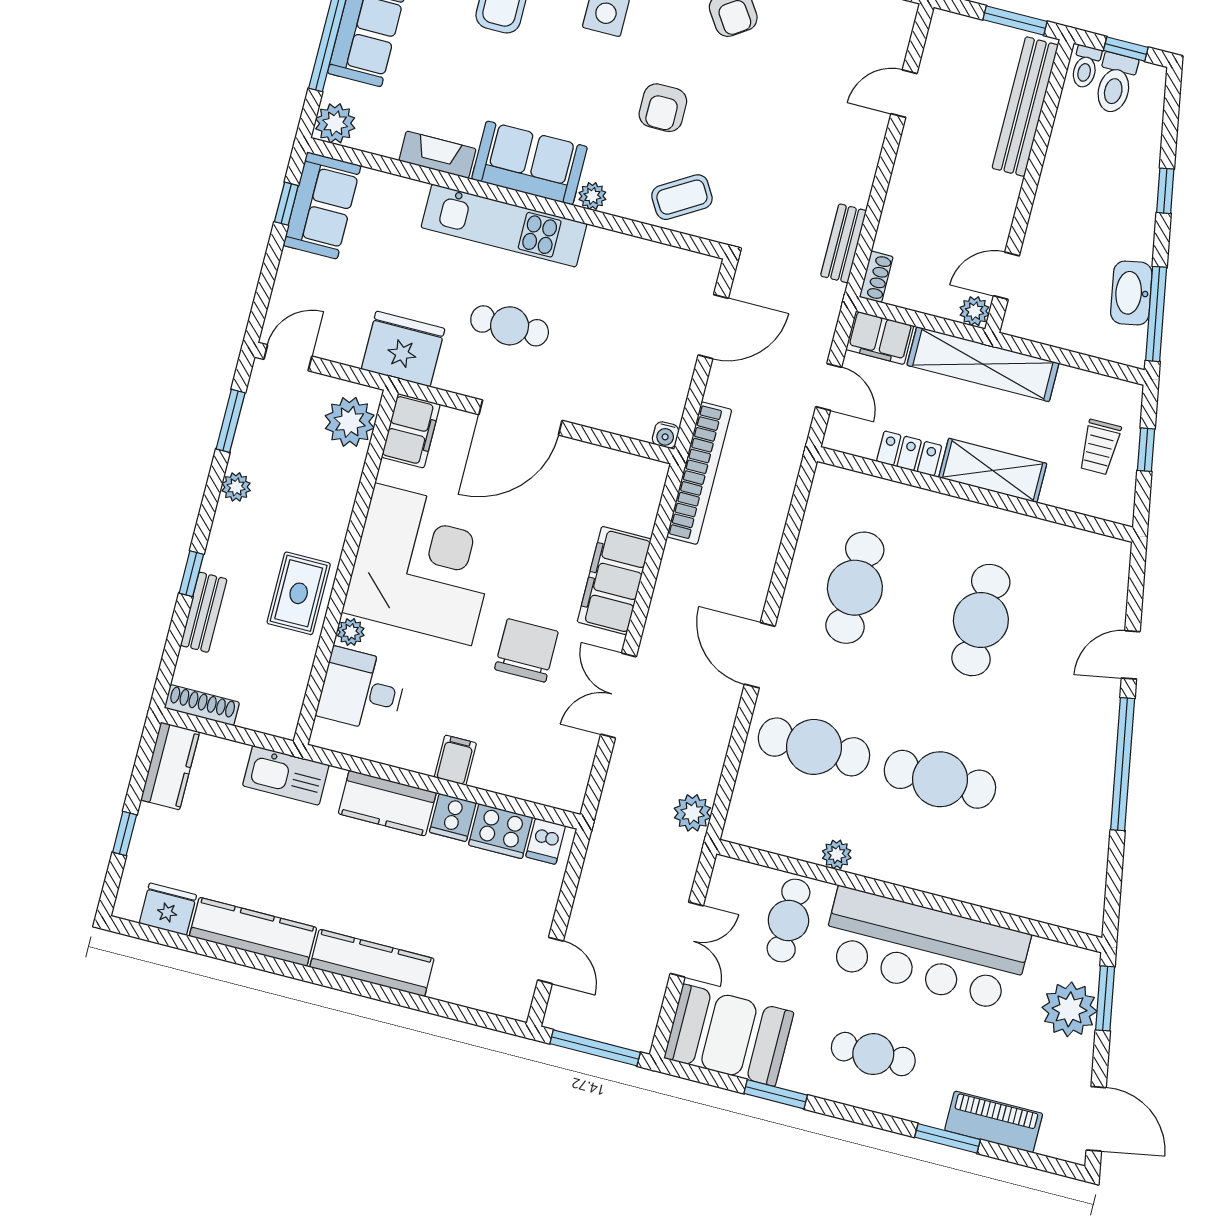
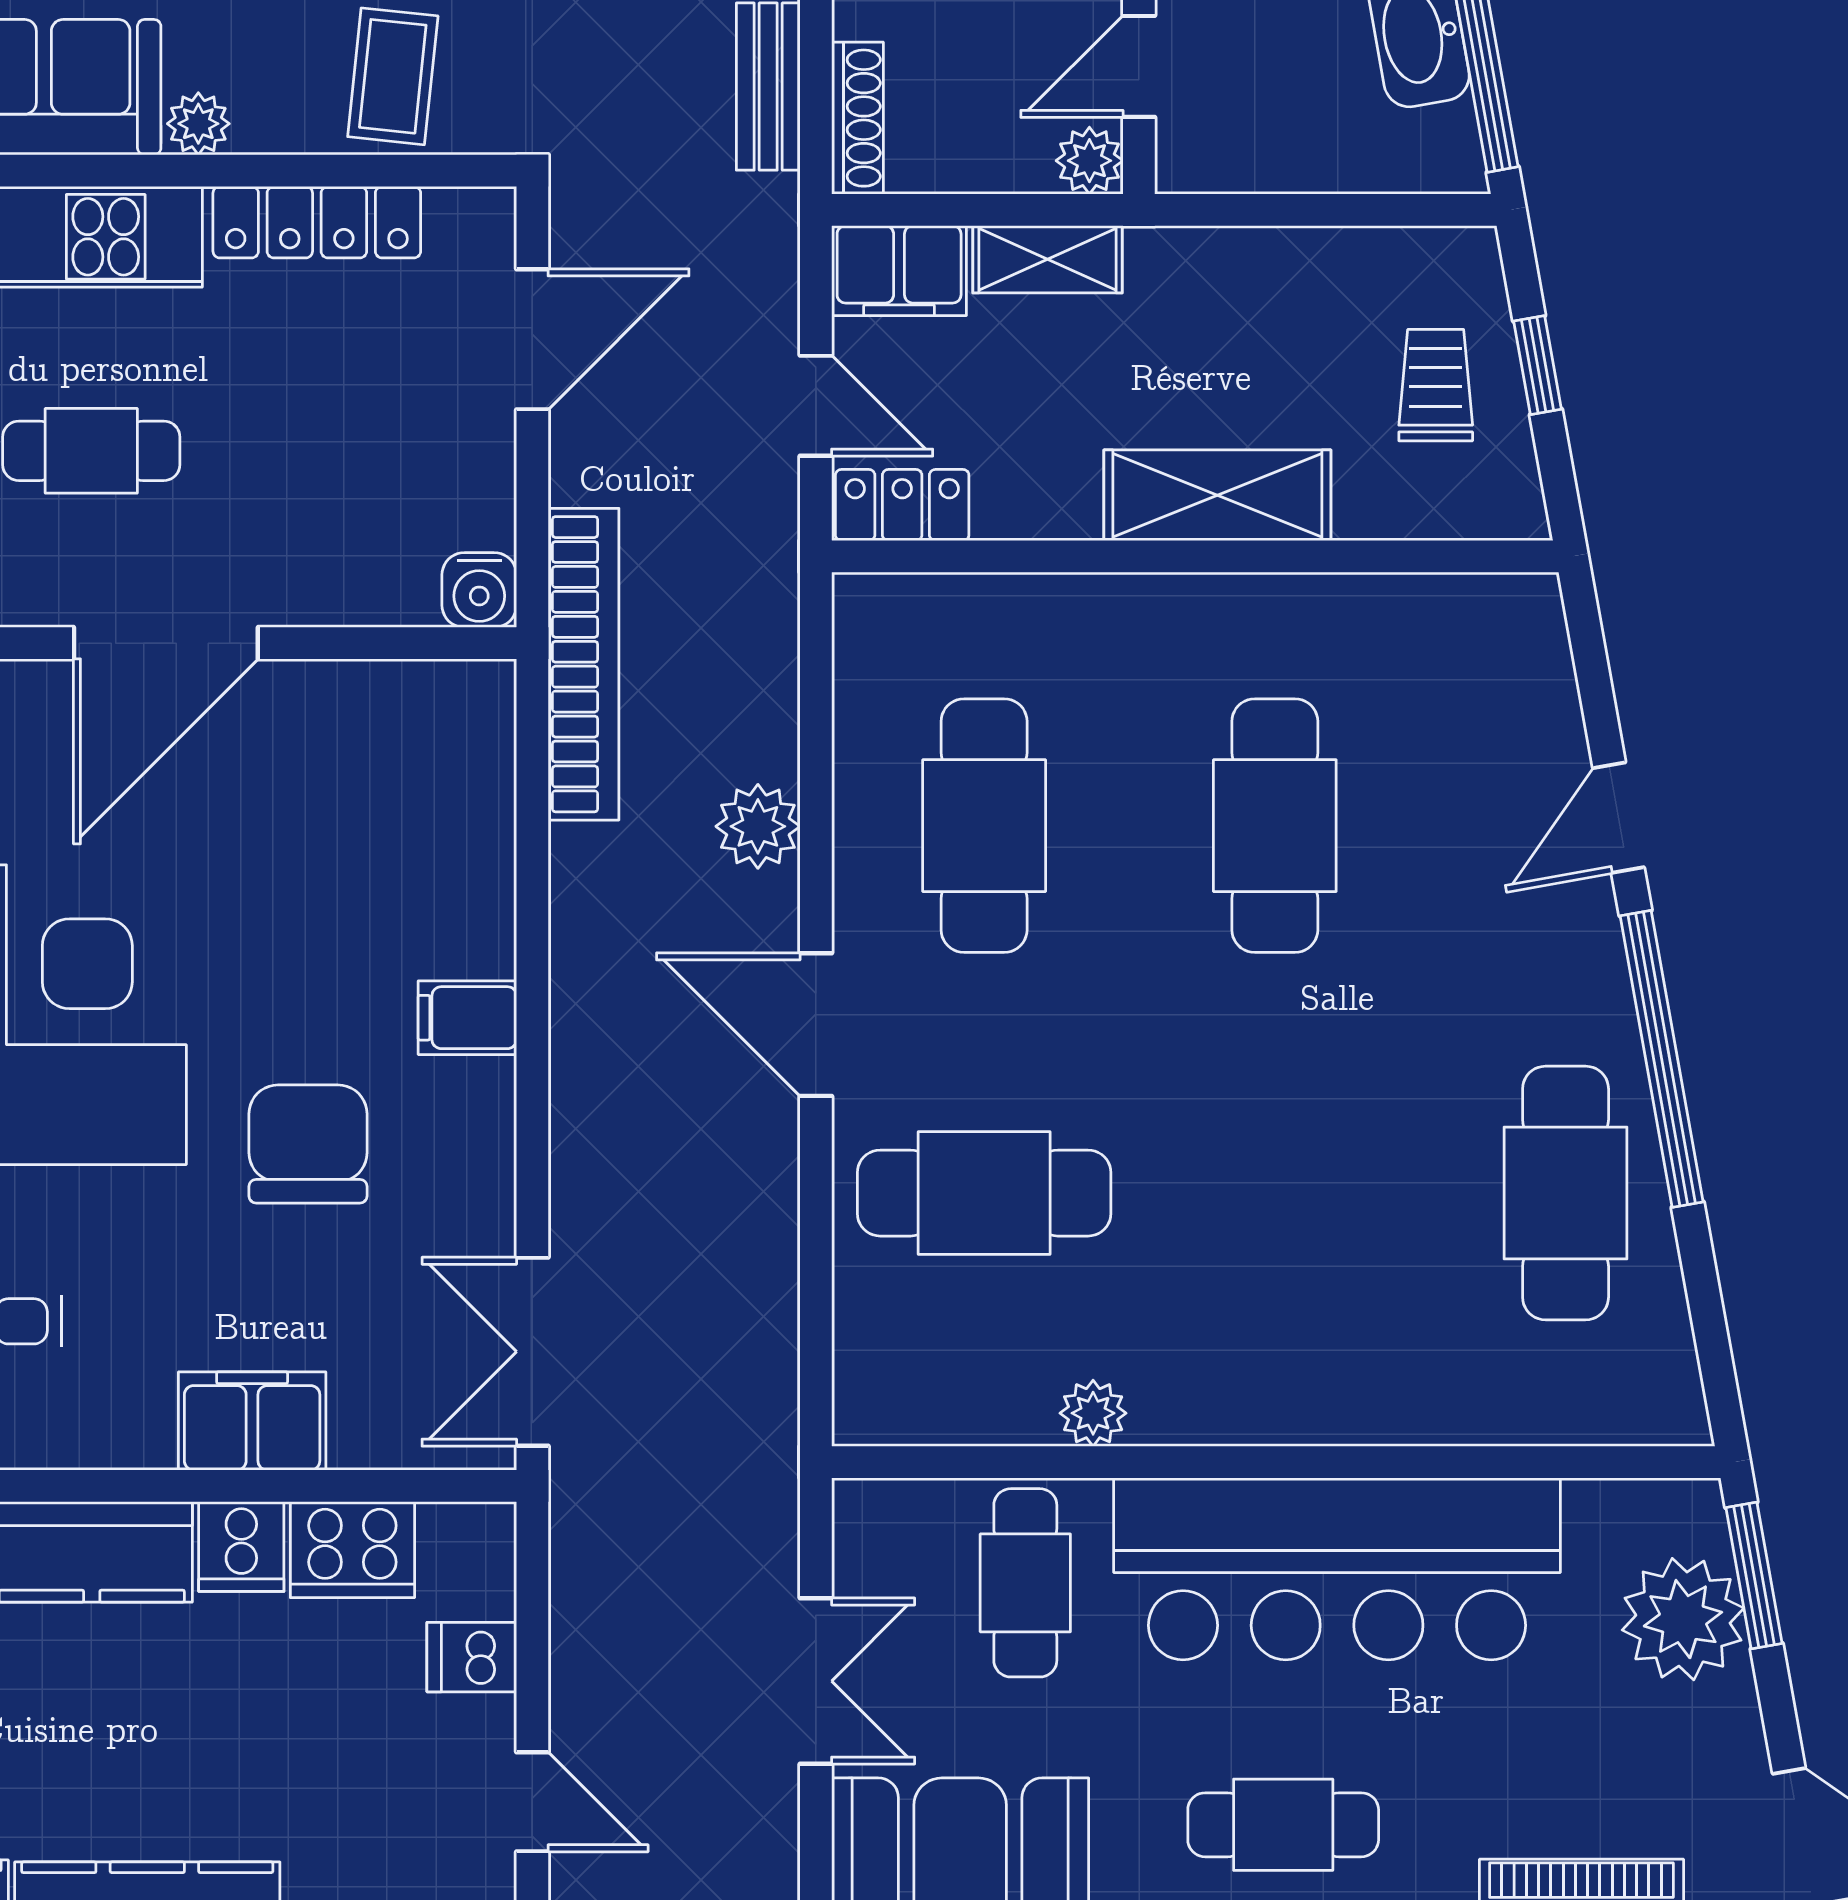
coffee table: (682, 197) -> (393, 76), turned -53
locker: (633, 252) -> (317, 222), added
shoe rack: (876, 277) -> (857, 118), width x1.43
shelving: (983, 364) -> (1047, 259), width x0.45, depth x0.75
water cooler: (666, 435) -> (479, 590), width x1.38, depth x1.38
trolley: (1100, 447) -> (1436, 385), turned 180
locker: (909, 454) -> (902, 505), moved
filing cabinet: (614, 580) -> (467, 1018), width x0.33, depth x0.86
double door: (618, 696) -> (532, 1352), moved
filing cabinet: (455, 760) -> (252, 1421), width x2.00
cafe table: (940, 779) -> (1566, 1193), moved, turned 90
plant: (693, 813) -> (758, 826), moved
dishwasher: (546, 841) -> (472, 1657), moved, turned 90

